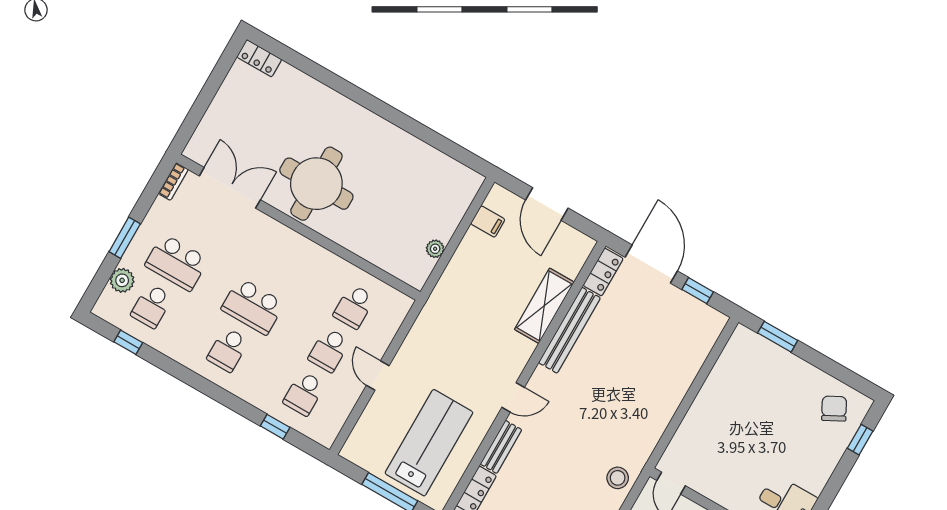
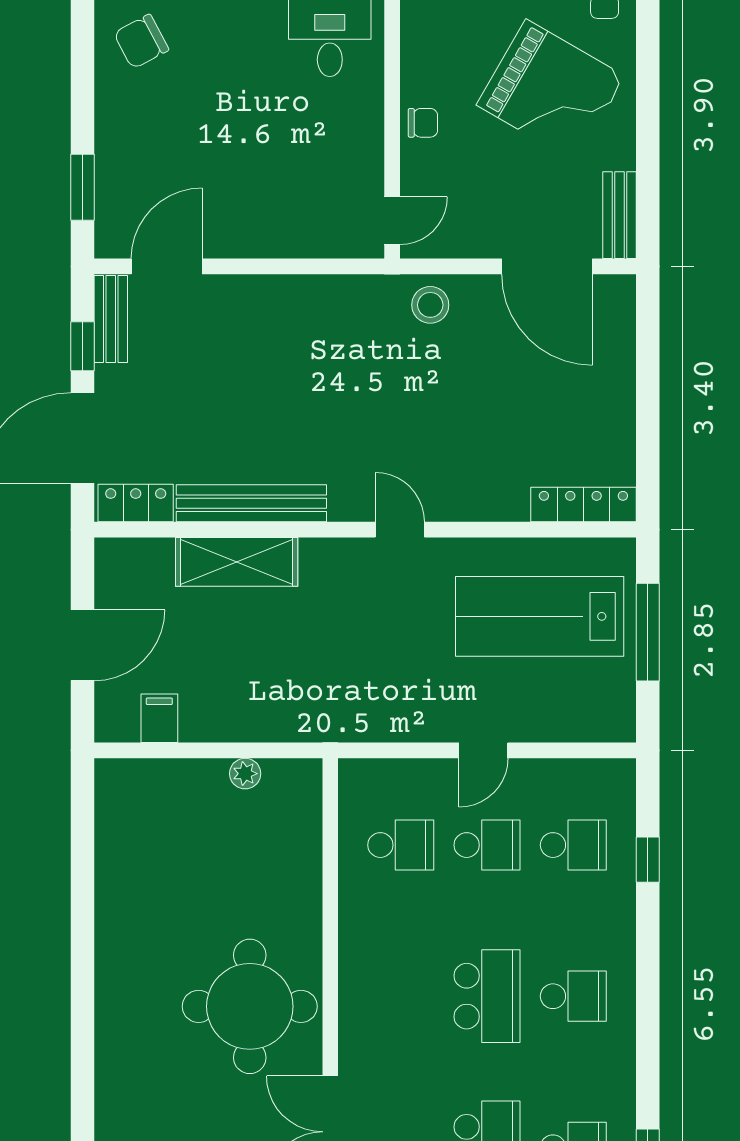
door: (713, 356) -> (167, 266), added
bench: (501, 447) -> (111, 319), moved, turned 90

